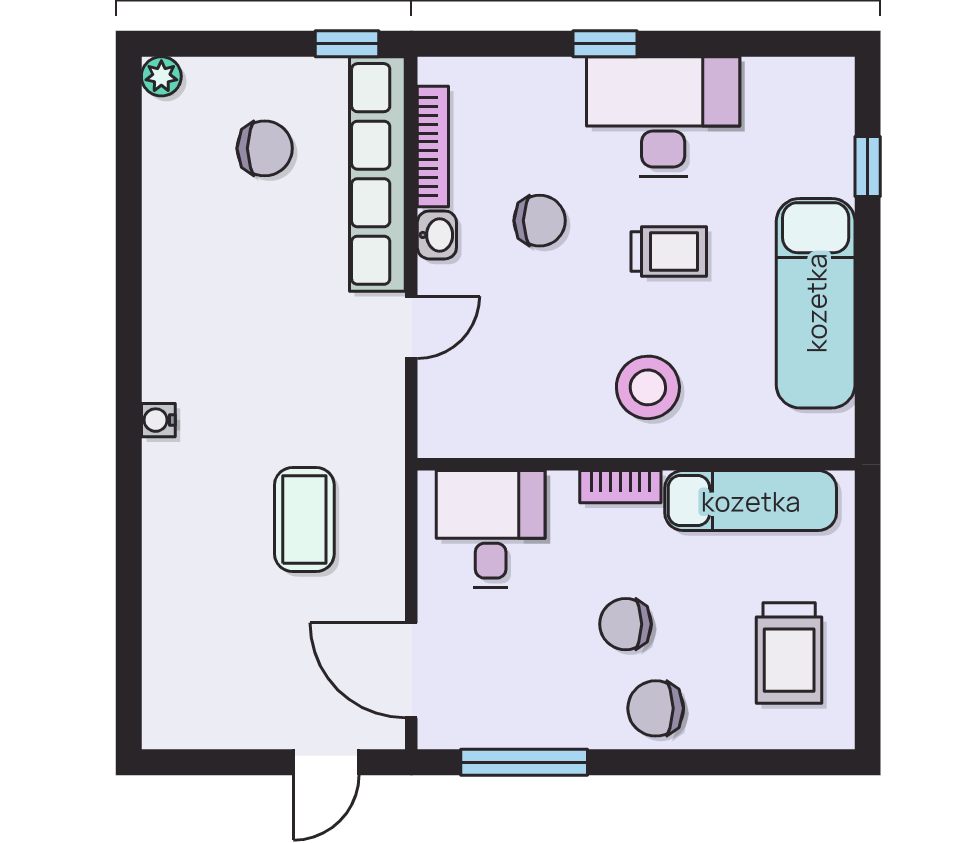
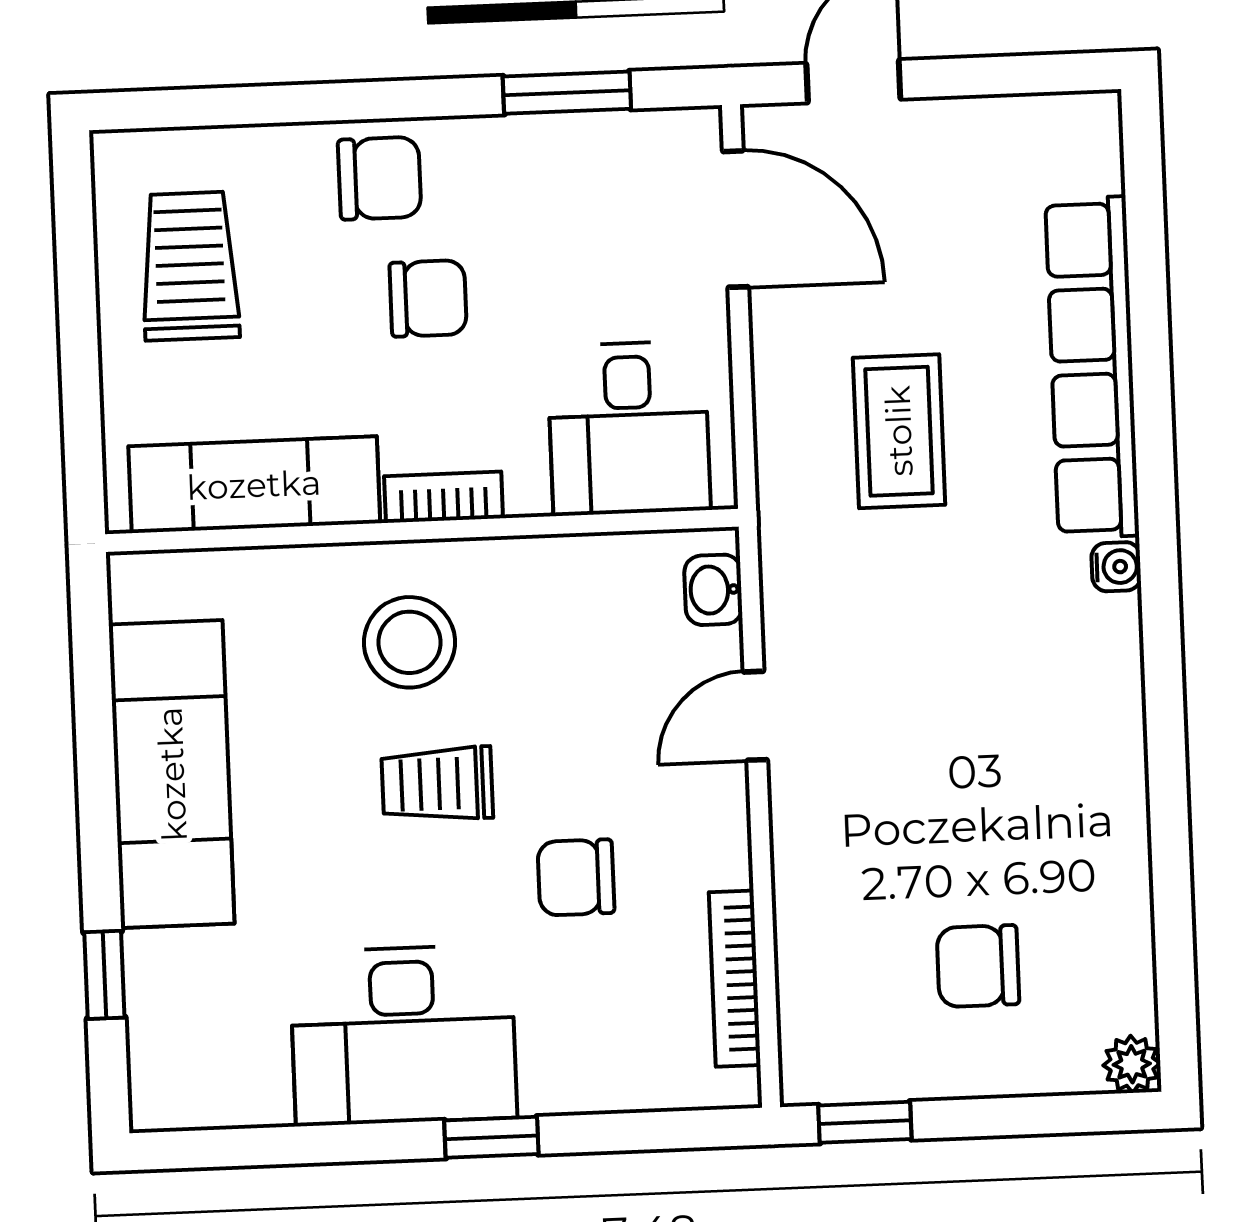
row of seats: (377, 174) -> (1092, 367), moved, turned 180
washbasin: (437, 235) -> (713, 590), moved
trolley: (669, 251) -> (437, 784), moved
window: (524, 762) -> (567, 93), width x0.69

